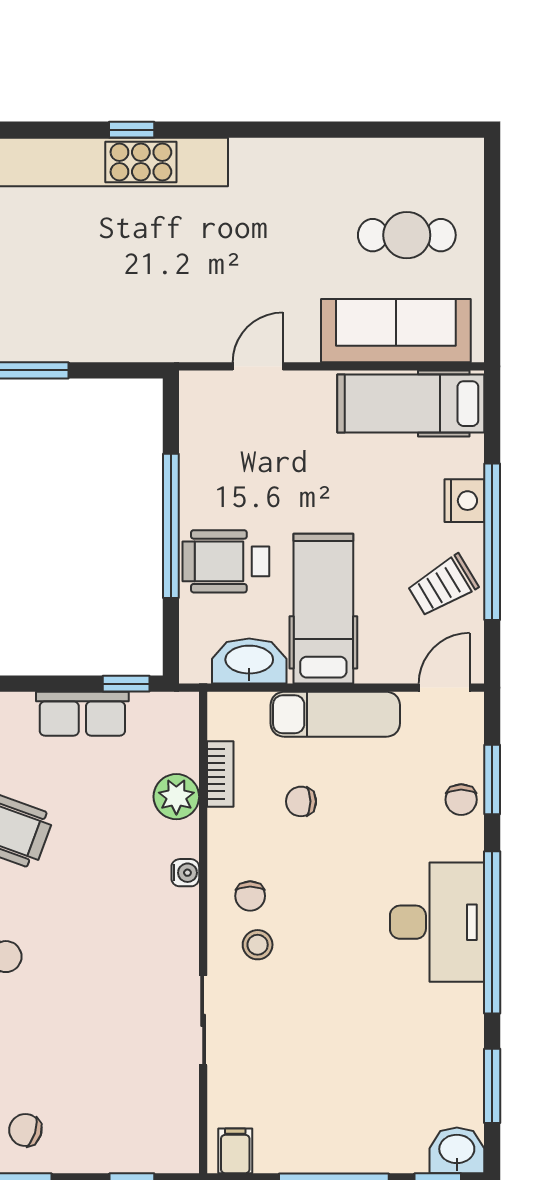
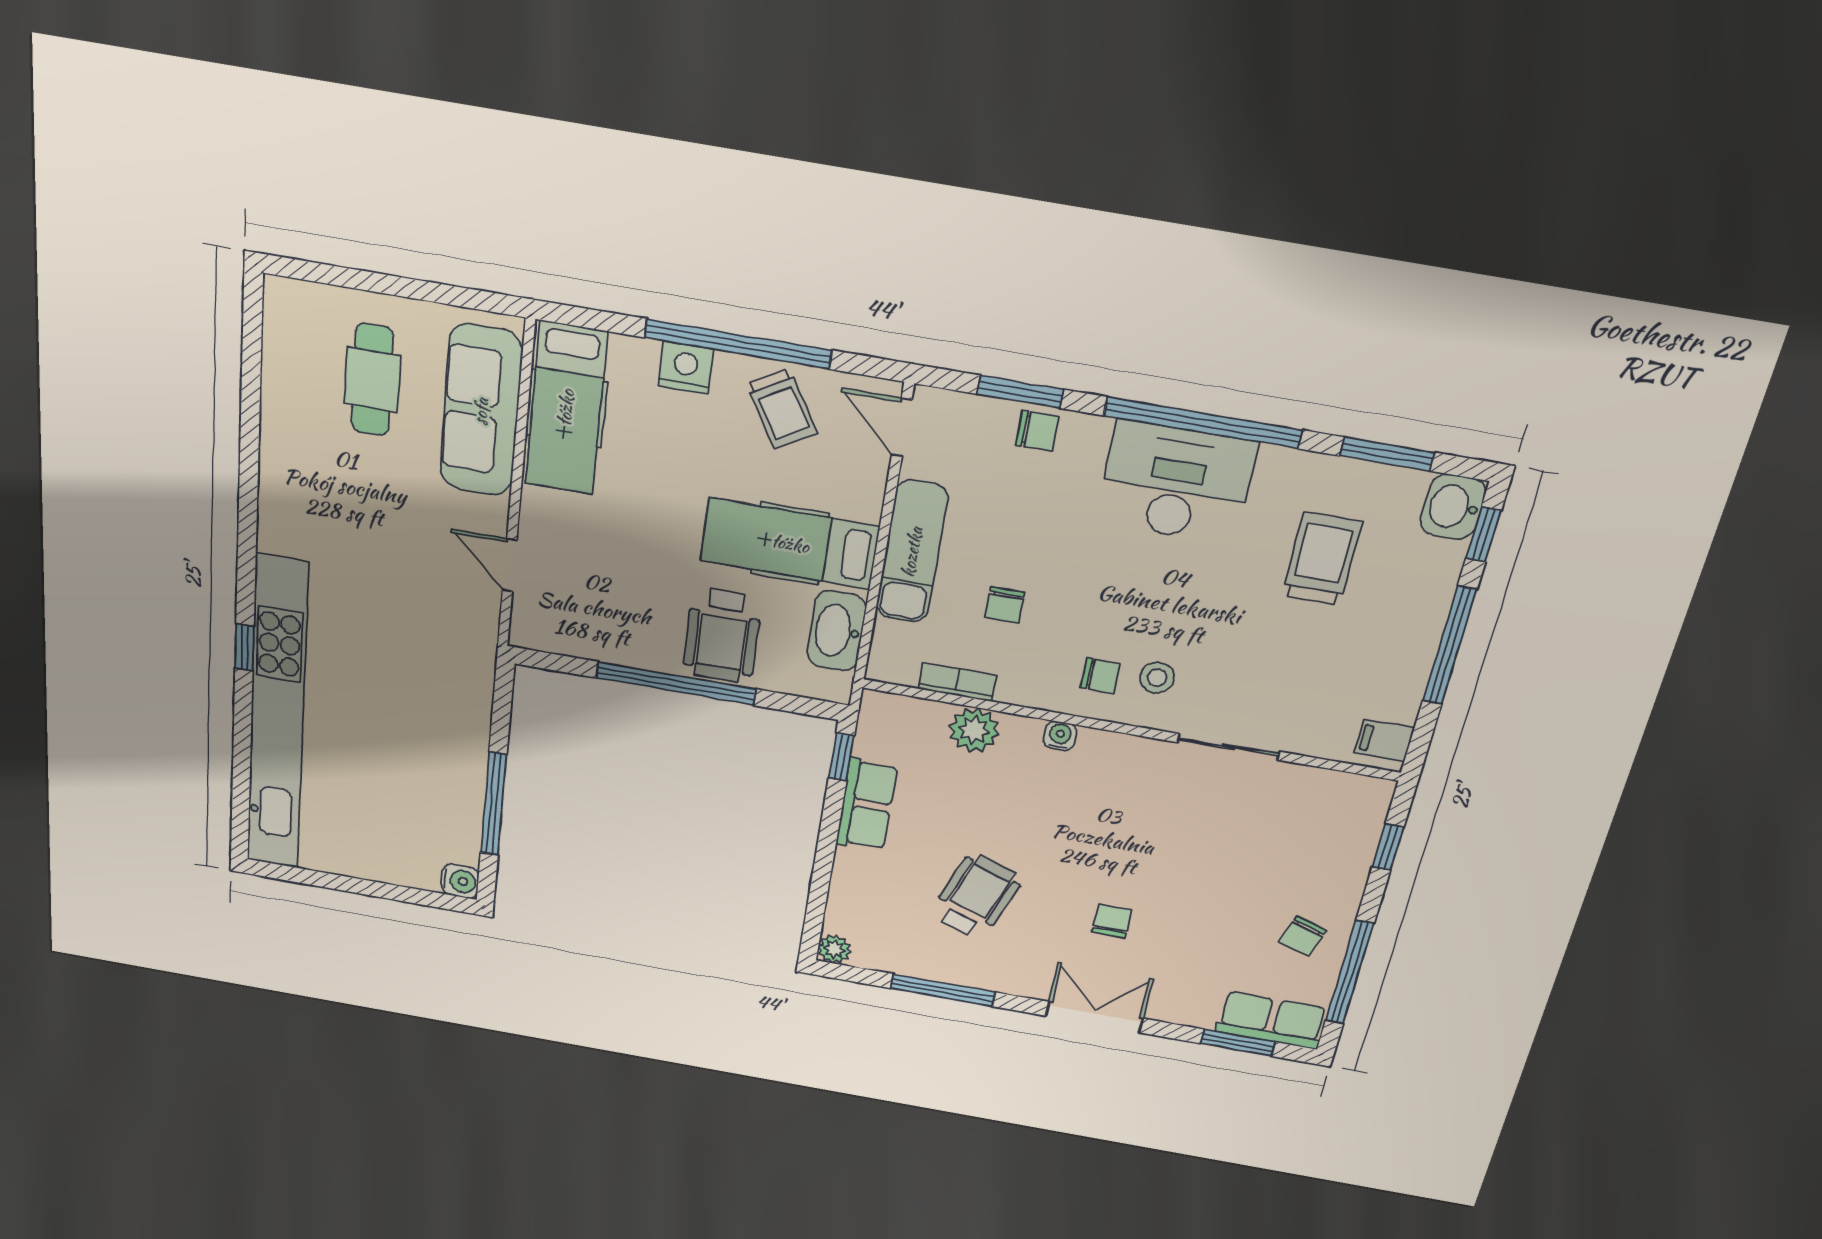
trolley: (392, 1057) -> (1322, 559), added

